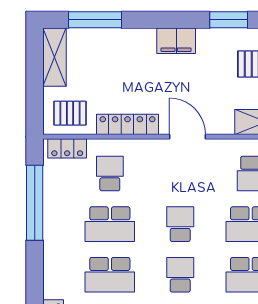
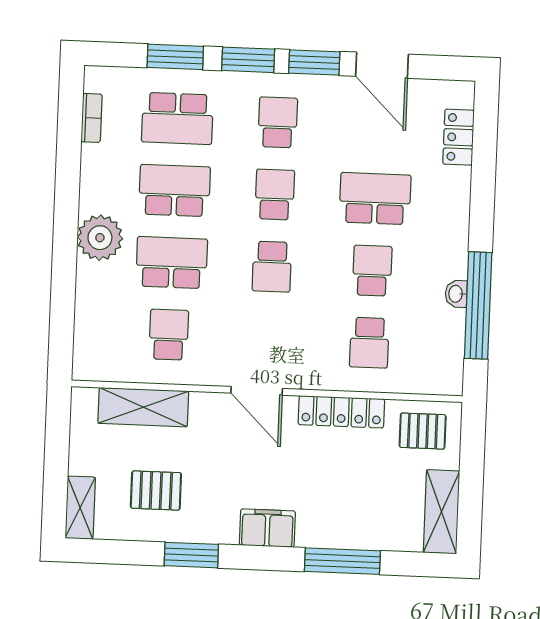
window: (95, 20) -> (342, 561), moved
locker: (67, 148) -> (429, 381), removed
washbasin: (50, 210) -> (456, 294), added
school desk: (110, 224) -> (372, 271), width x0.54
school desk: (180, 275) -> (275, 195), turned 180

